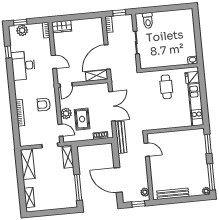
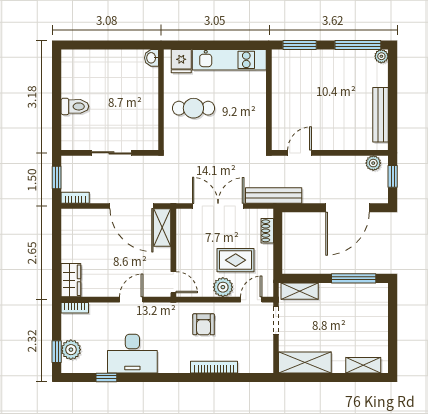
toilet: (148, 20) -> (75, 106), moved

